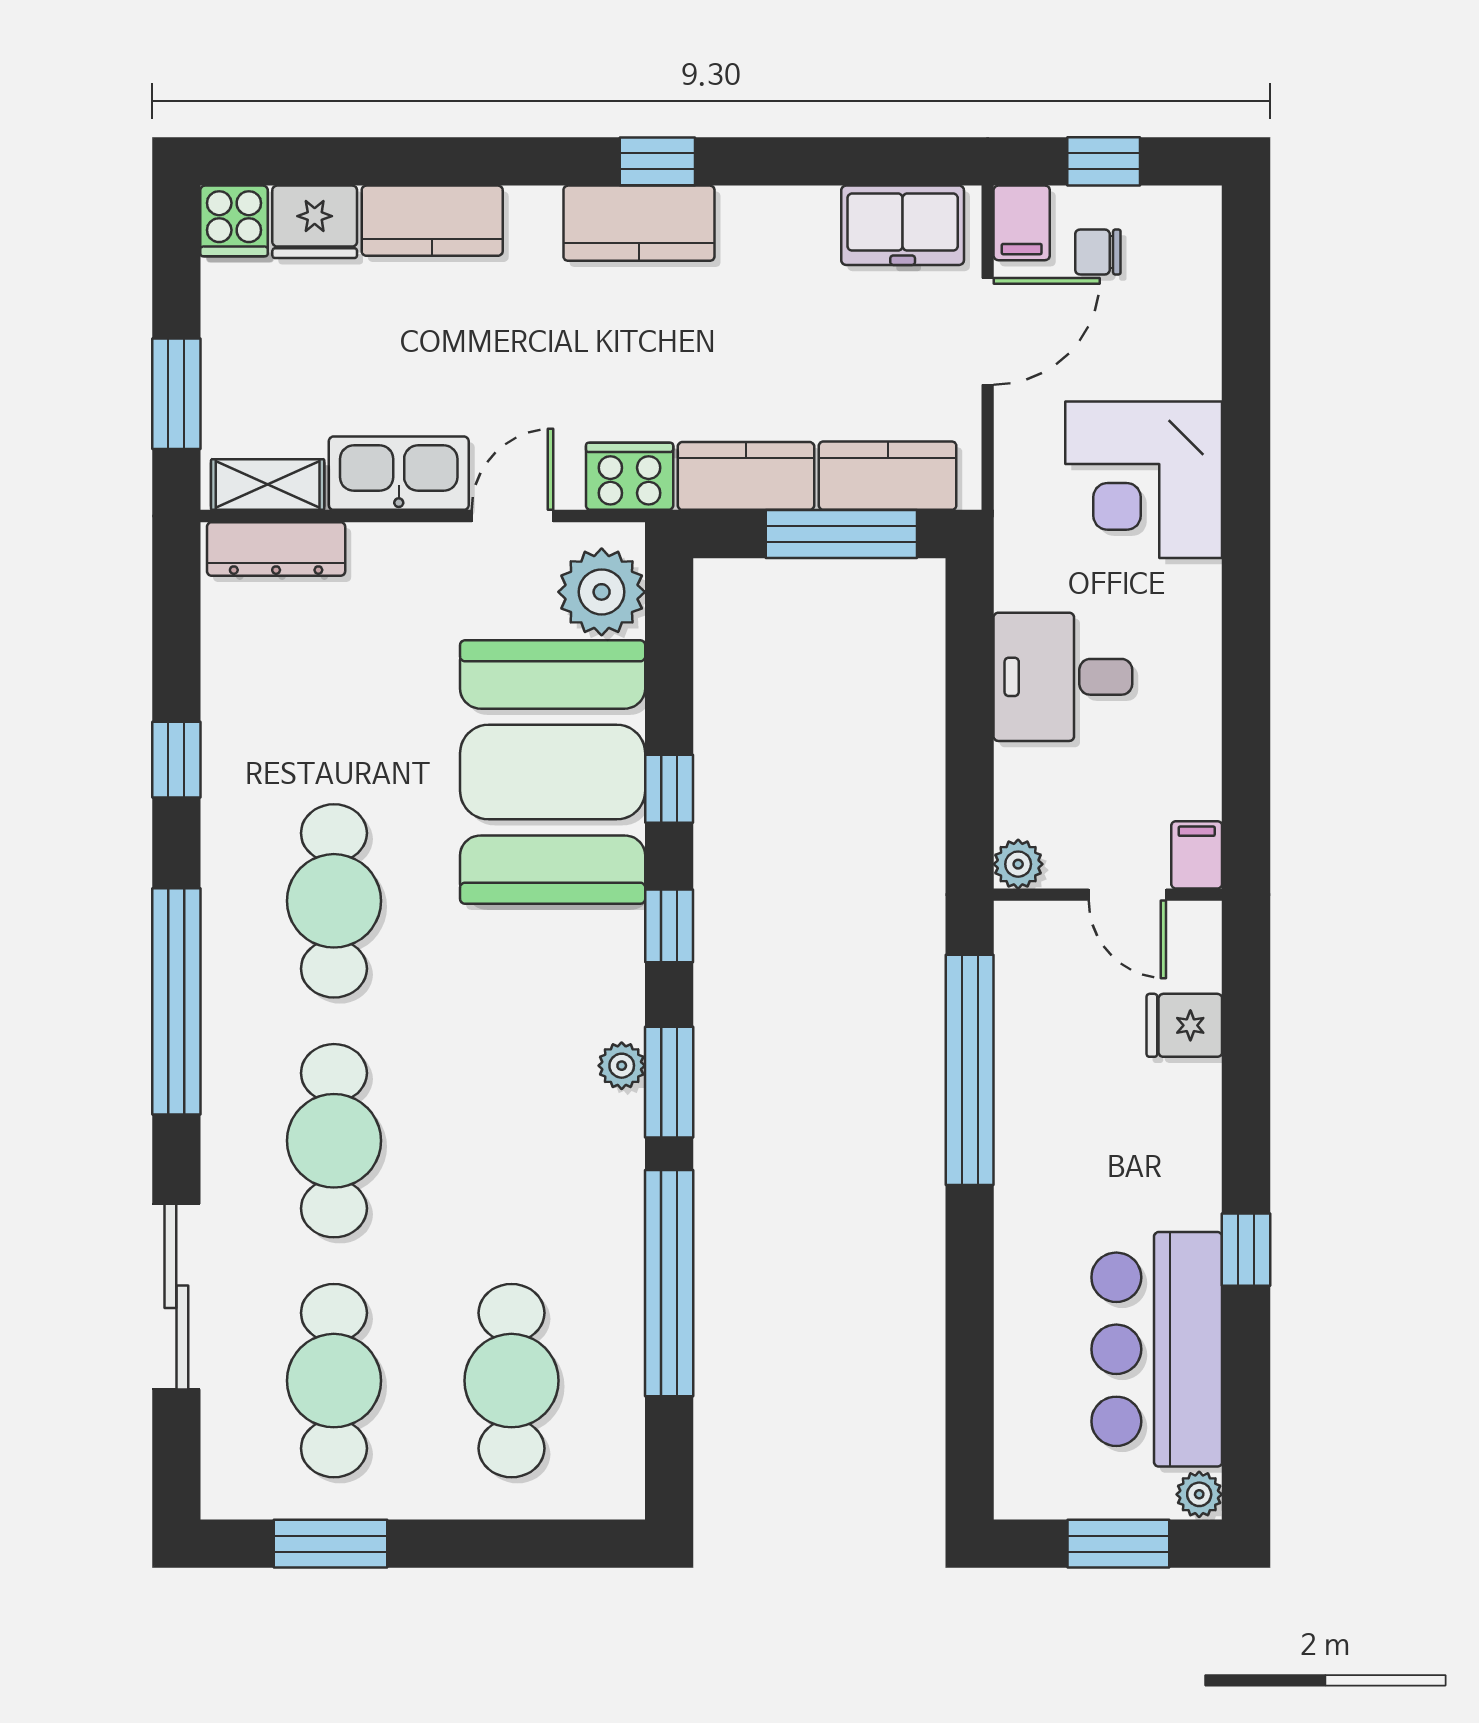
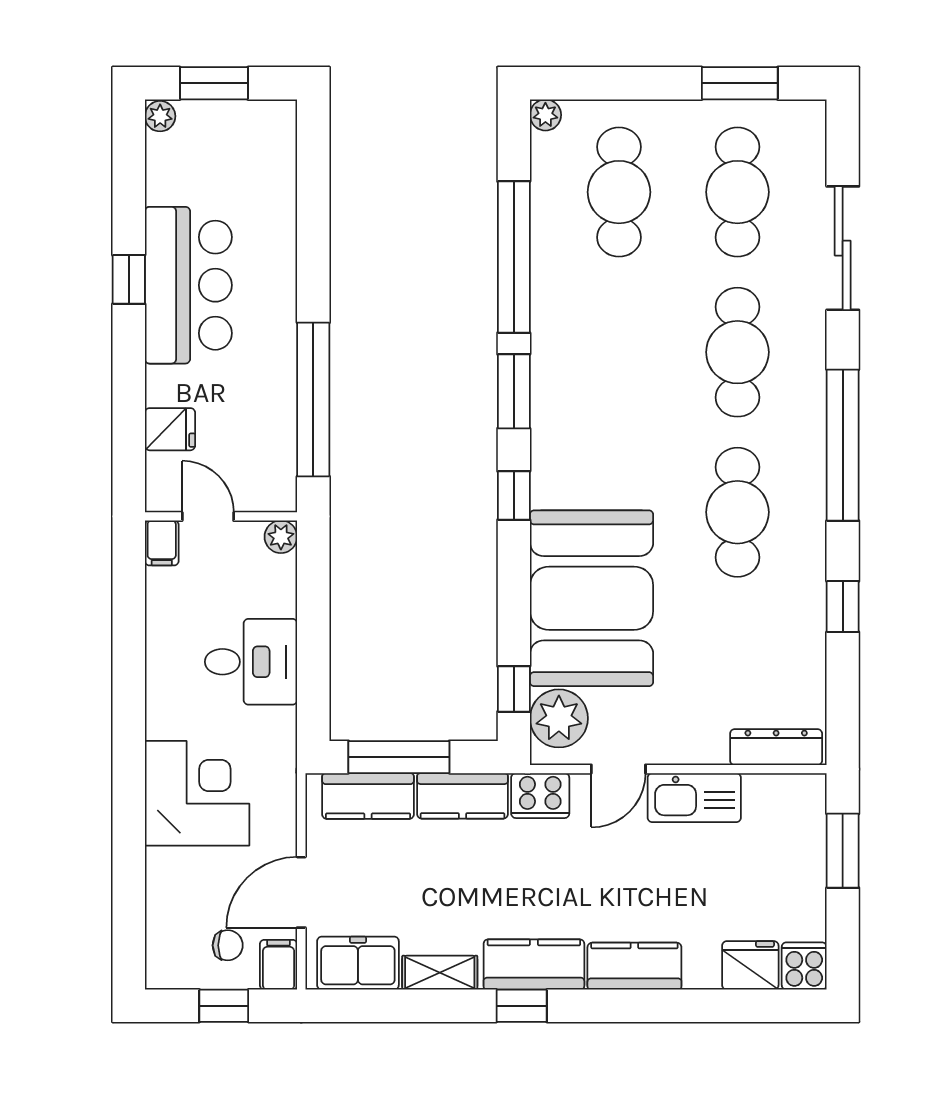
kitchen counter: (432, 221) -> (634, 966), moved
shelving: (268, 485) -> (440, 973), moved
window: (669, 789) -> (514, 689), moved
plant: (622, 1066) -> (545, 115), moved
bar counter: (1157, 1349) -> (188, 285), moved

